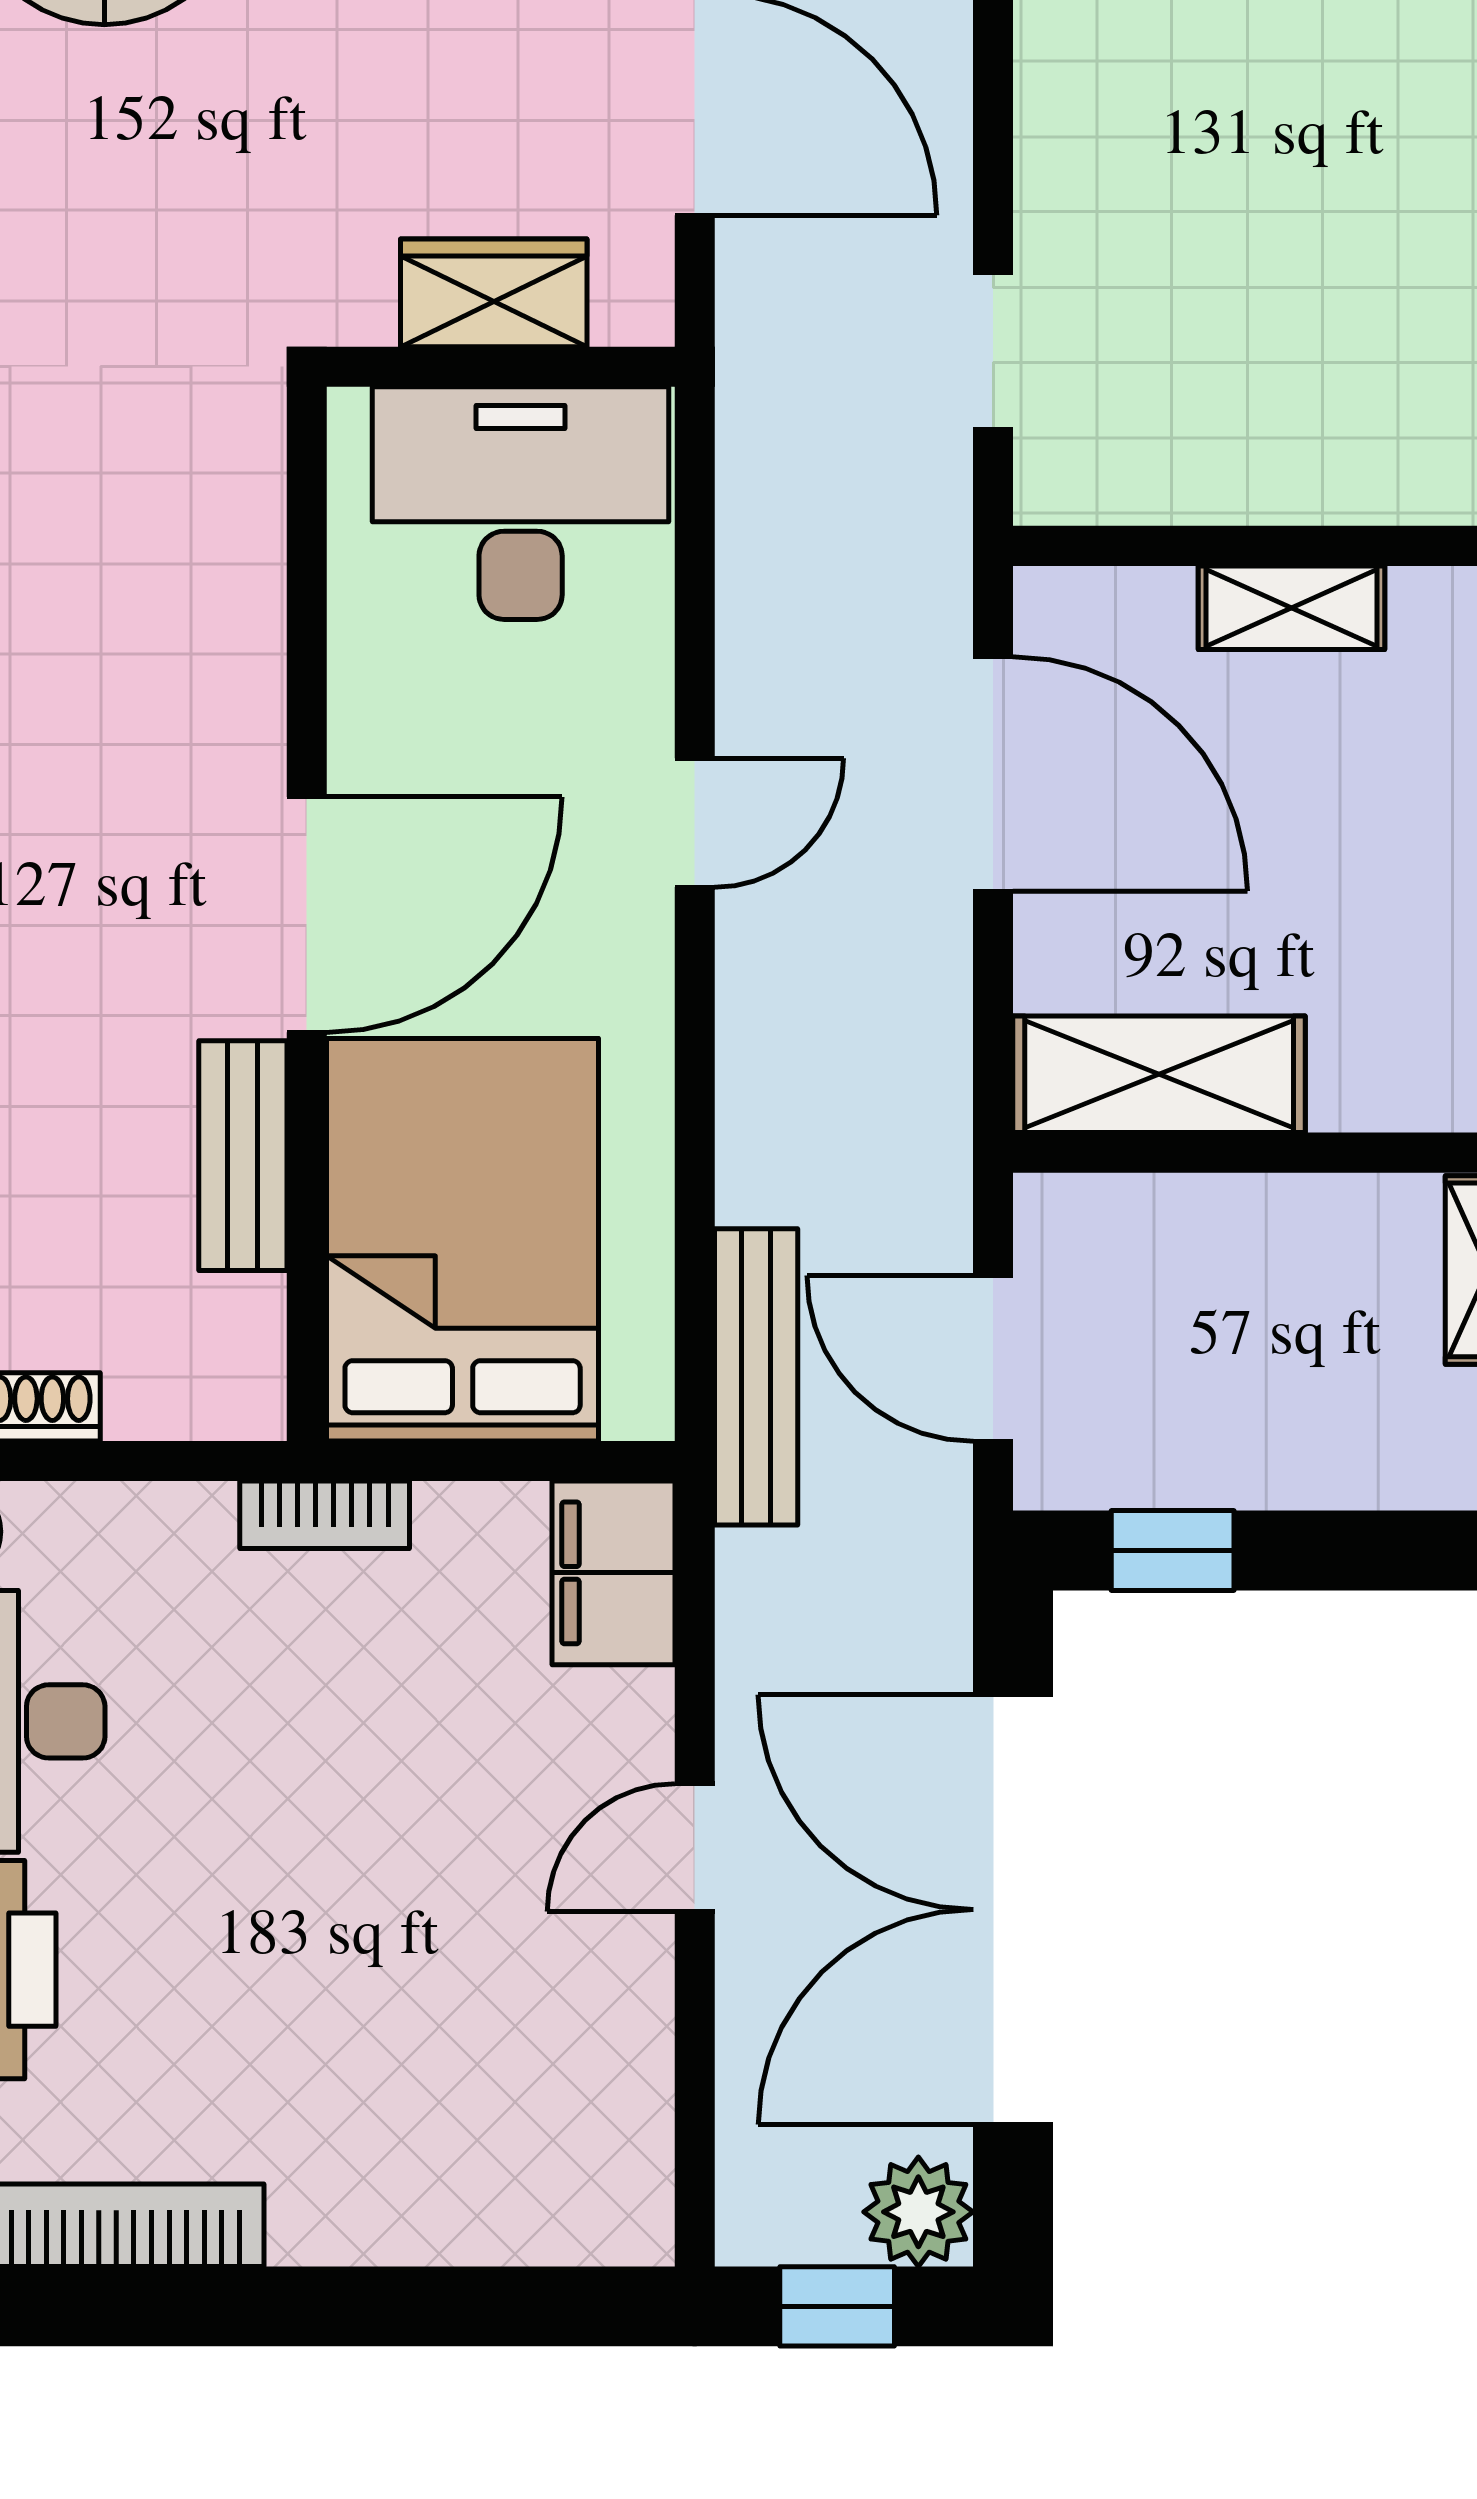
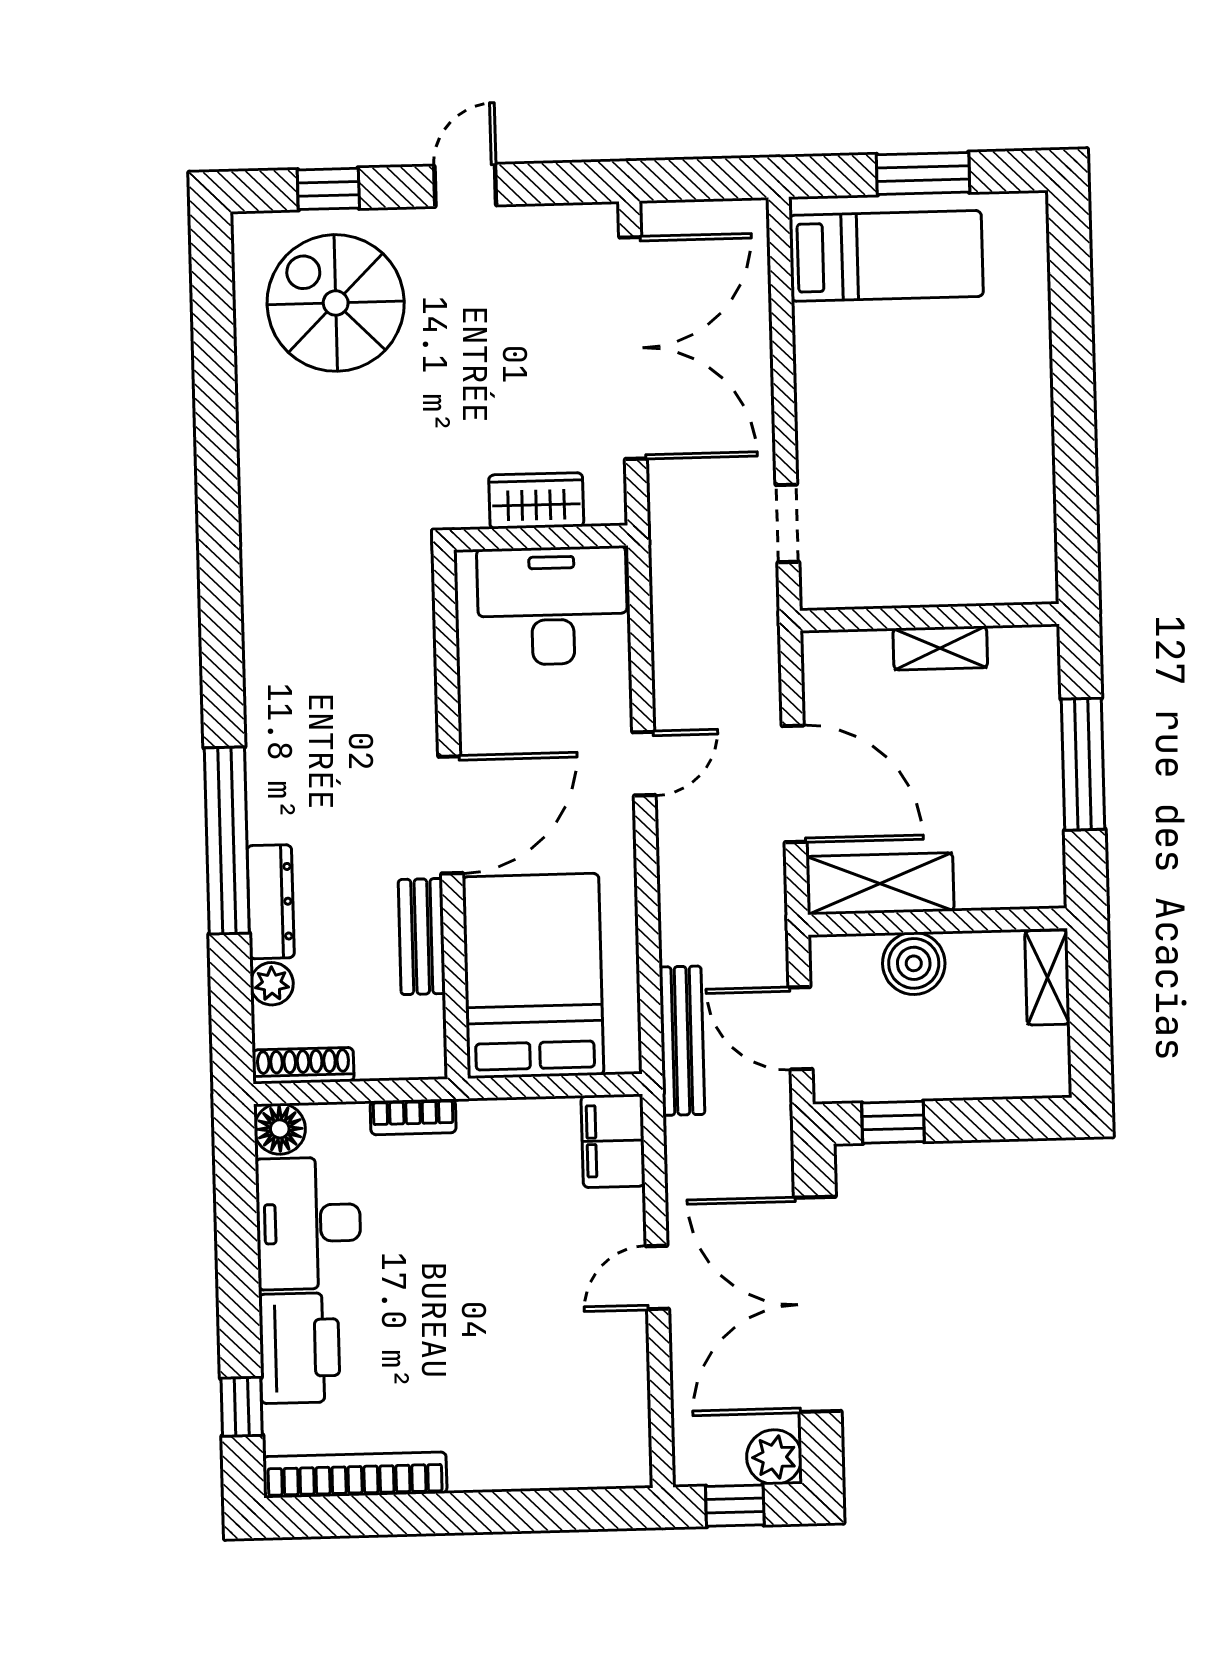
door: (993, 774) -> (794, 784), moved
boiler: (1222, 1235) -> (914, 963), added
bookcase: (325, 1515) -> (413, 1117), moved

